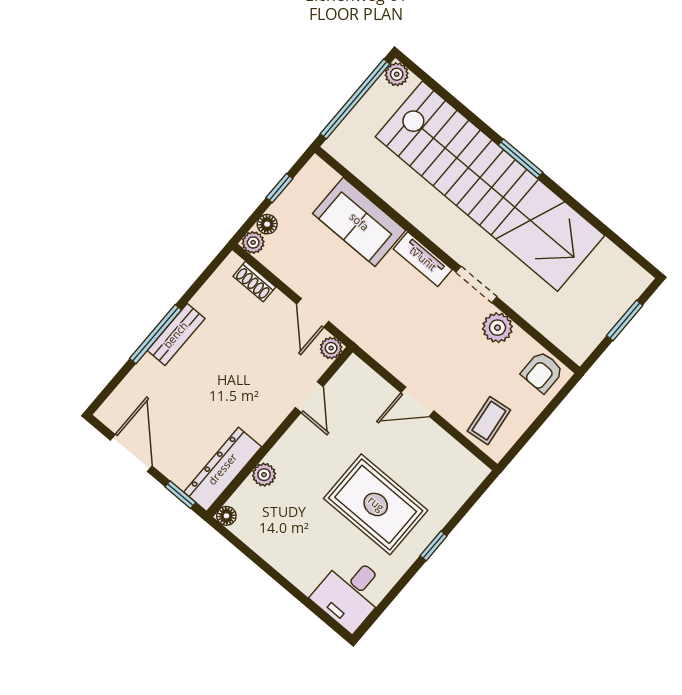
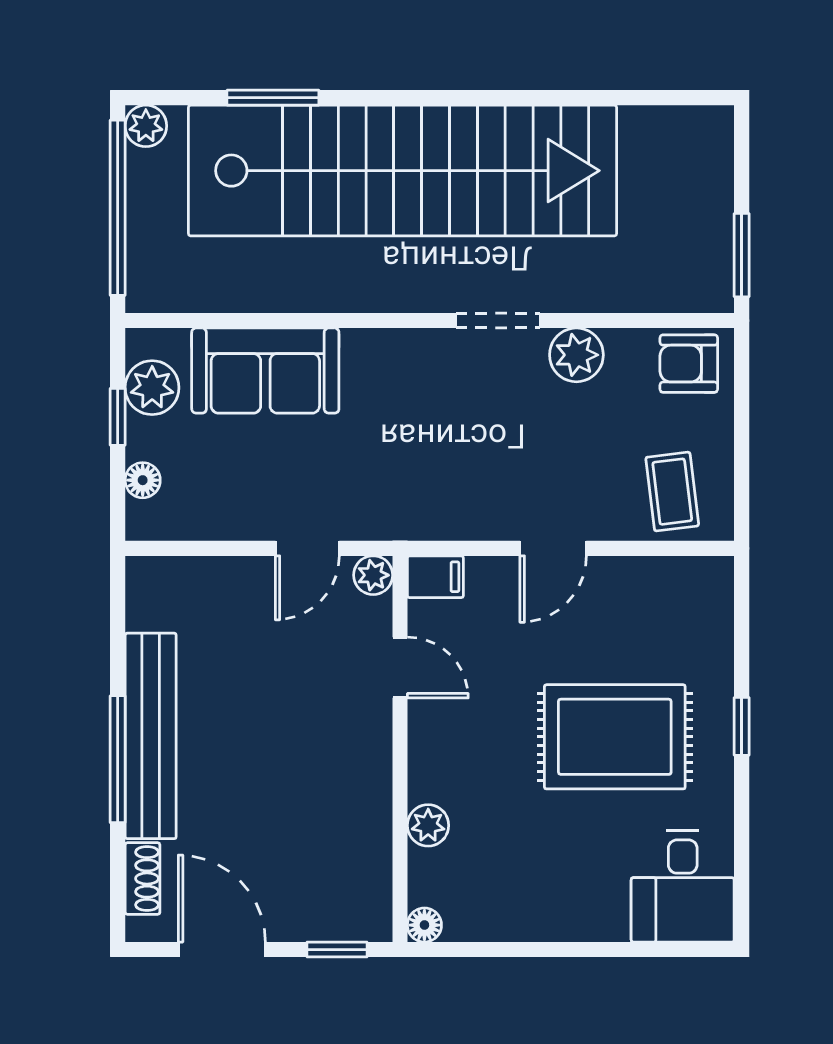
window: (521, 159) -> (273, 98), moved
plant: (253, 242) -> (152, 388), moved, width x1.38, depth x1.38
tv unit: (423, 259) -> (395, 348), removed
shoe rack: (254, 282) -> (142, 879), moved, turned -90
door: (313, 313) -> (307, 548), hinge flipped
window: (625, 320) -> (742, 255), moved
bench: (176, 335) -> (151, 736), width x1.86, depth x1.21
filing cabinet: (357, 371) -> (435, 577), added
armchair: (542, 372) -> (689, 364), turned 90
dresser: (223, 469) -> (365, 866), removed

